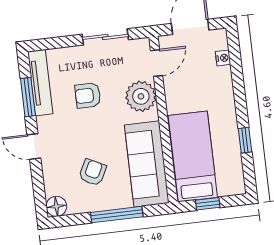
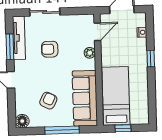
sliding door: (105, 37) -> (45, 12), moved
plant: (141, 96) -> (90, 53), width x0.53, depth x0.53
window: (245, 140) -> (151, 59), moved

